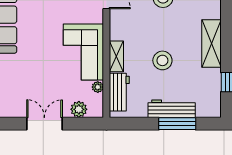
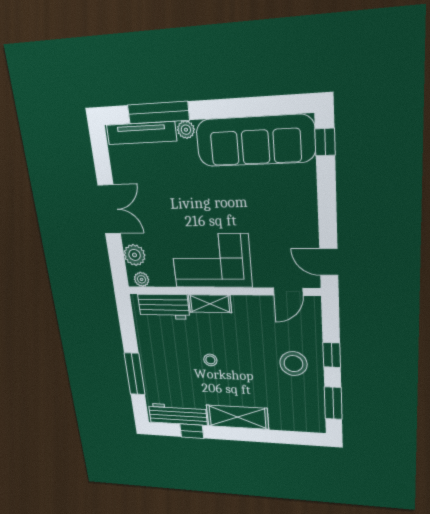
stool: (162, 60) -> (210, 360), width x0.53, depth x0.53
plant: (98, 87) -> (142, 279), moved
workbench: (172, 109) -> (178, 414), moved, turned -90

